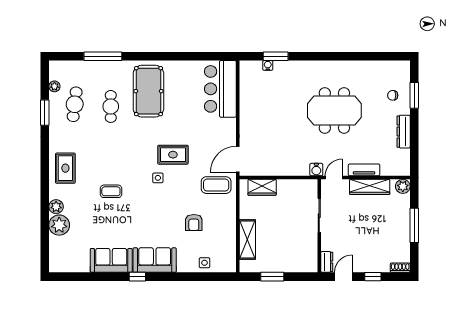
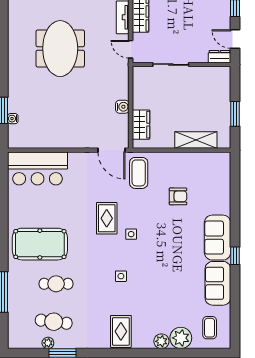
plant: (54, 86) -> (48, 343), moved
rug: (65, 168) -> (121, 331), turned 90
water cooler: (316, 170) -> (122, 107), moved
coffee table: (111, 191) -> (210, 328), moved
side table: (204, 263) -> (121, 276), moved

